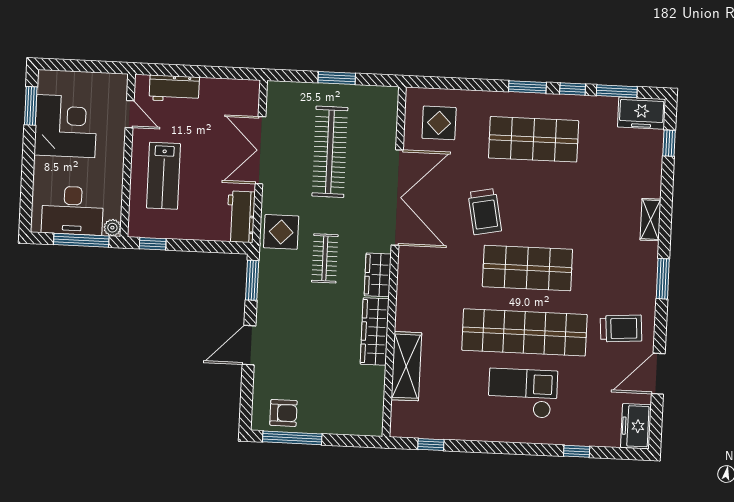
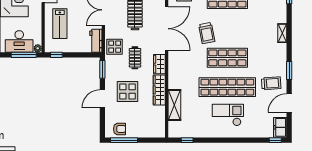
window: (663, 279) -> (289, 70), moved
display table: (305, 332) -> (127, 92), added
window: (577, 451) -> (275, 140), moved

